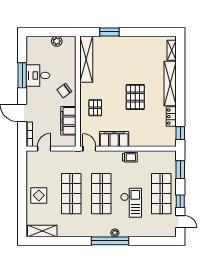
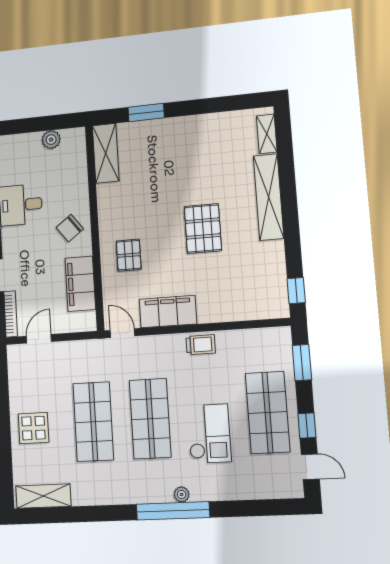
shelving: (86, 59) -> (106, 153), width x0.68
locker: (171, 117) -> (276, 260), removed

